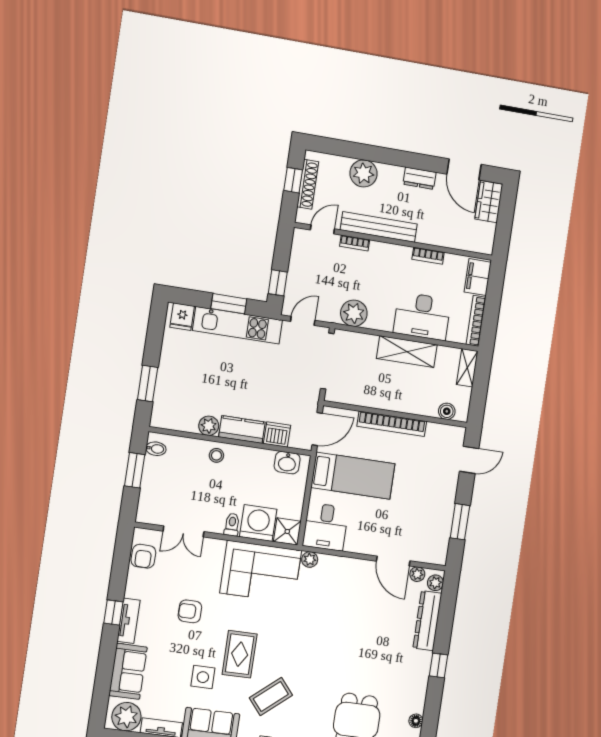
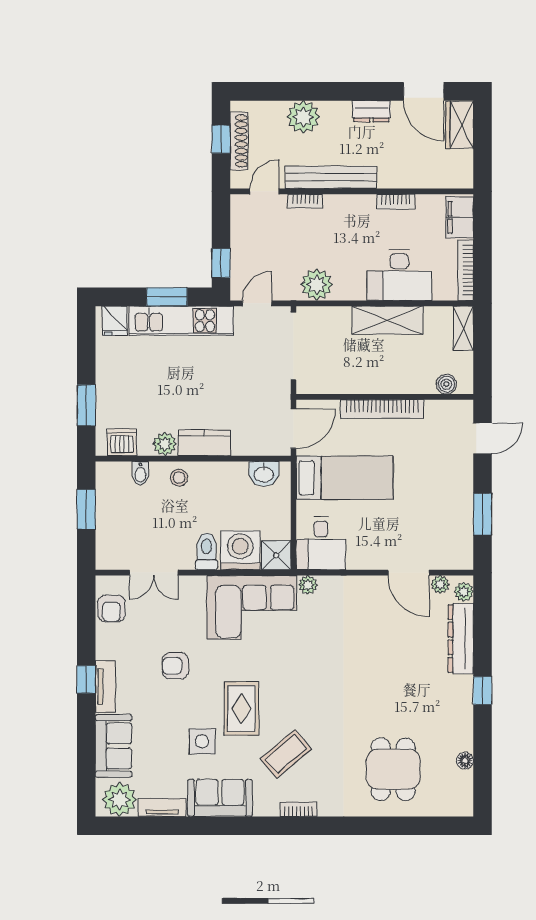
dishwasher: (277, 434) -> (122, 442), moved
bidet: (156, 449) -> (140, 473), moved, turned 90
toilet: (232, 525) -> (207, 551), width x1.37, depth x1.39

